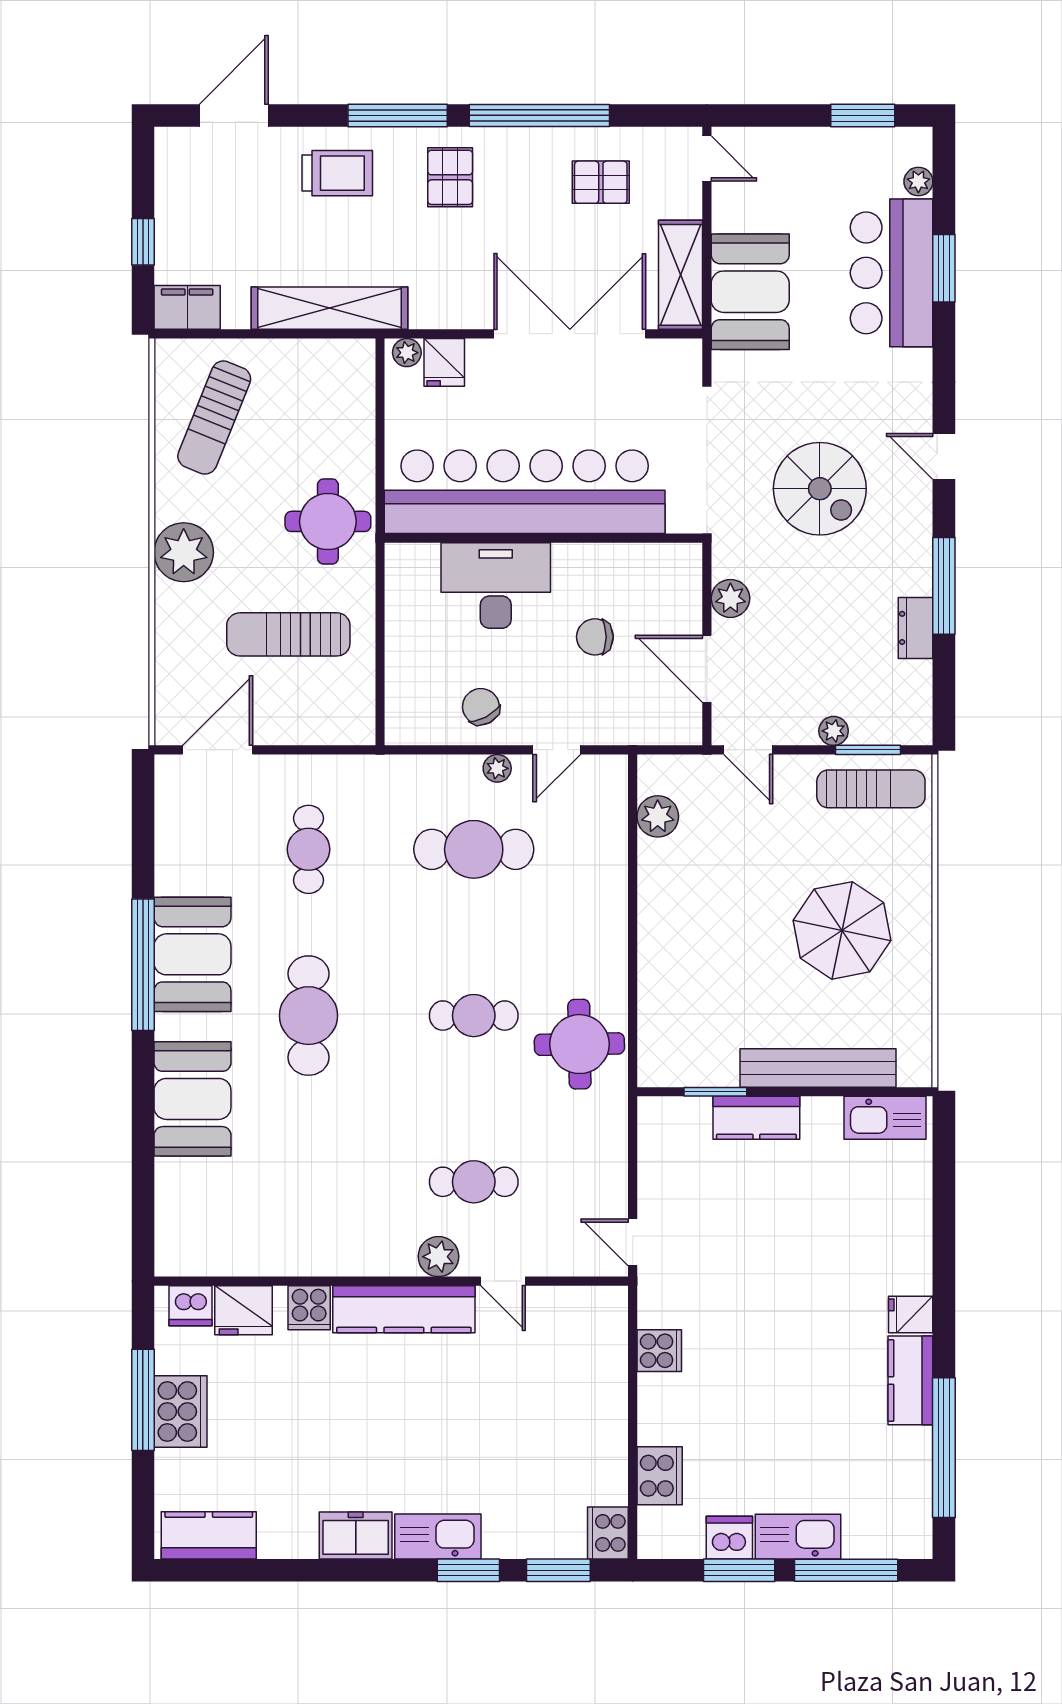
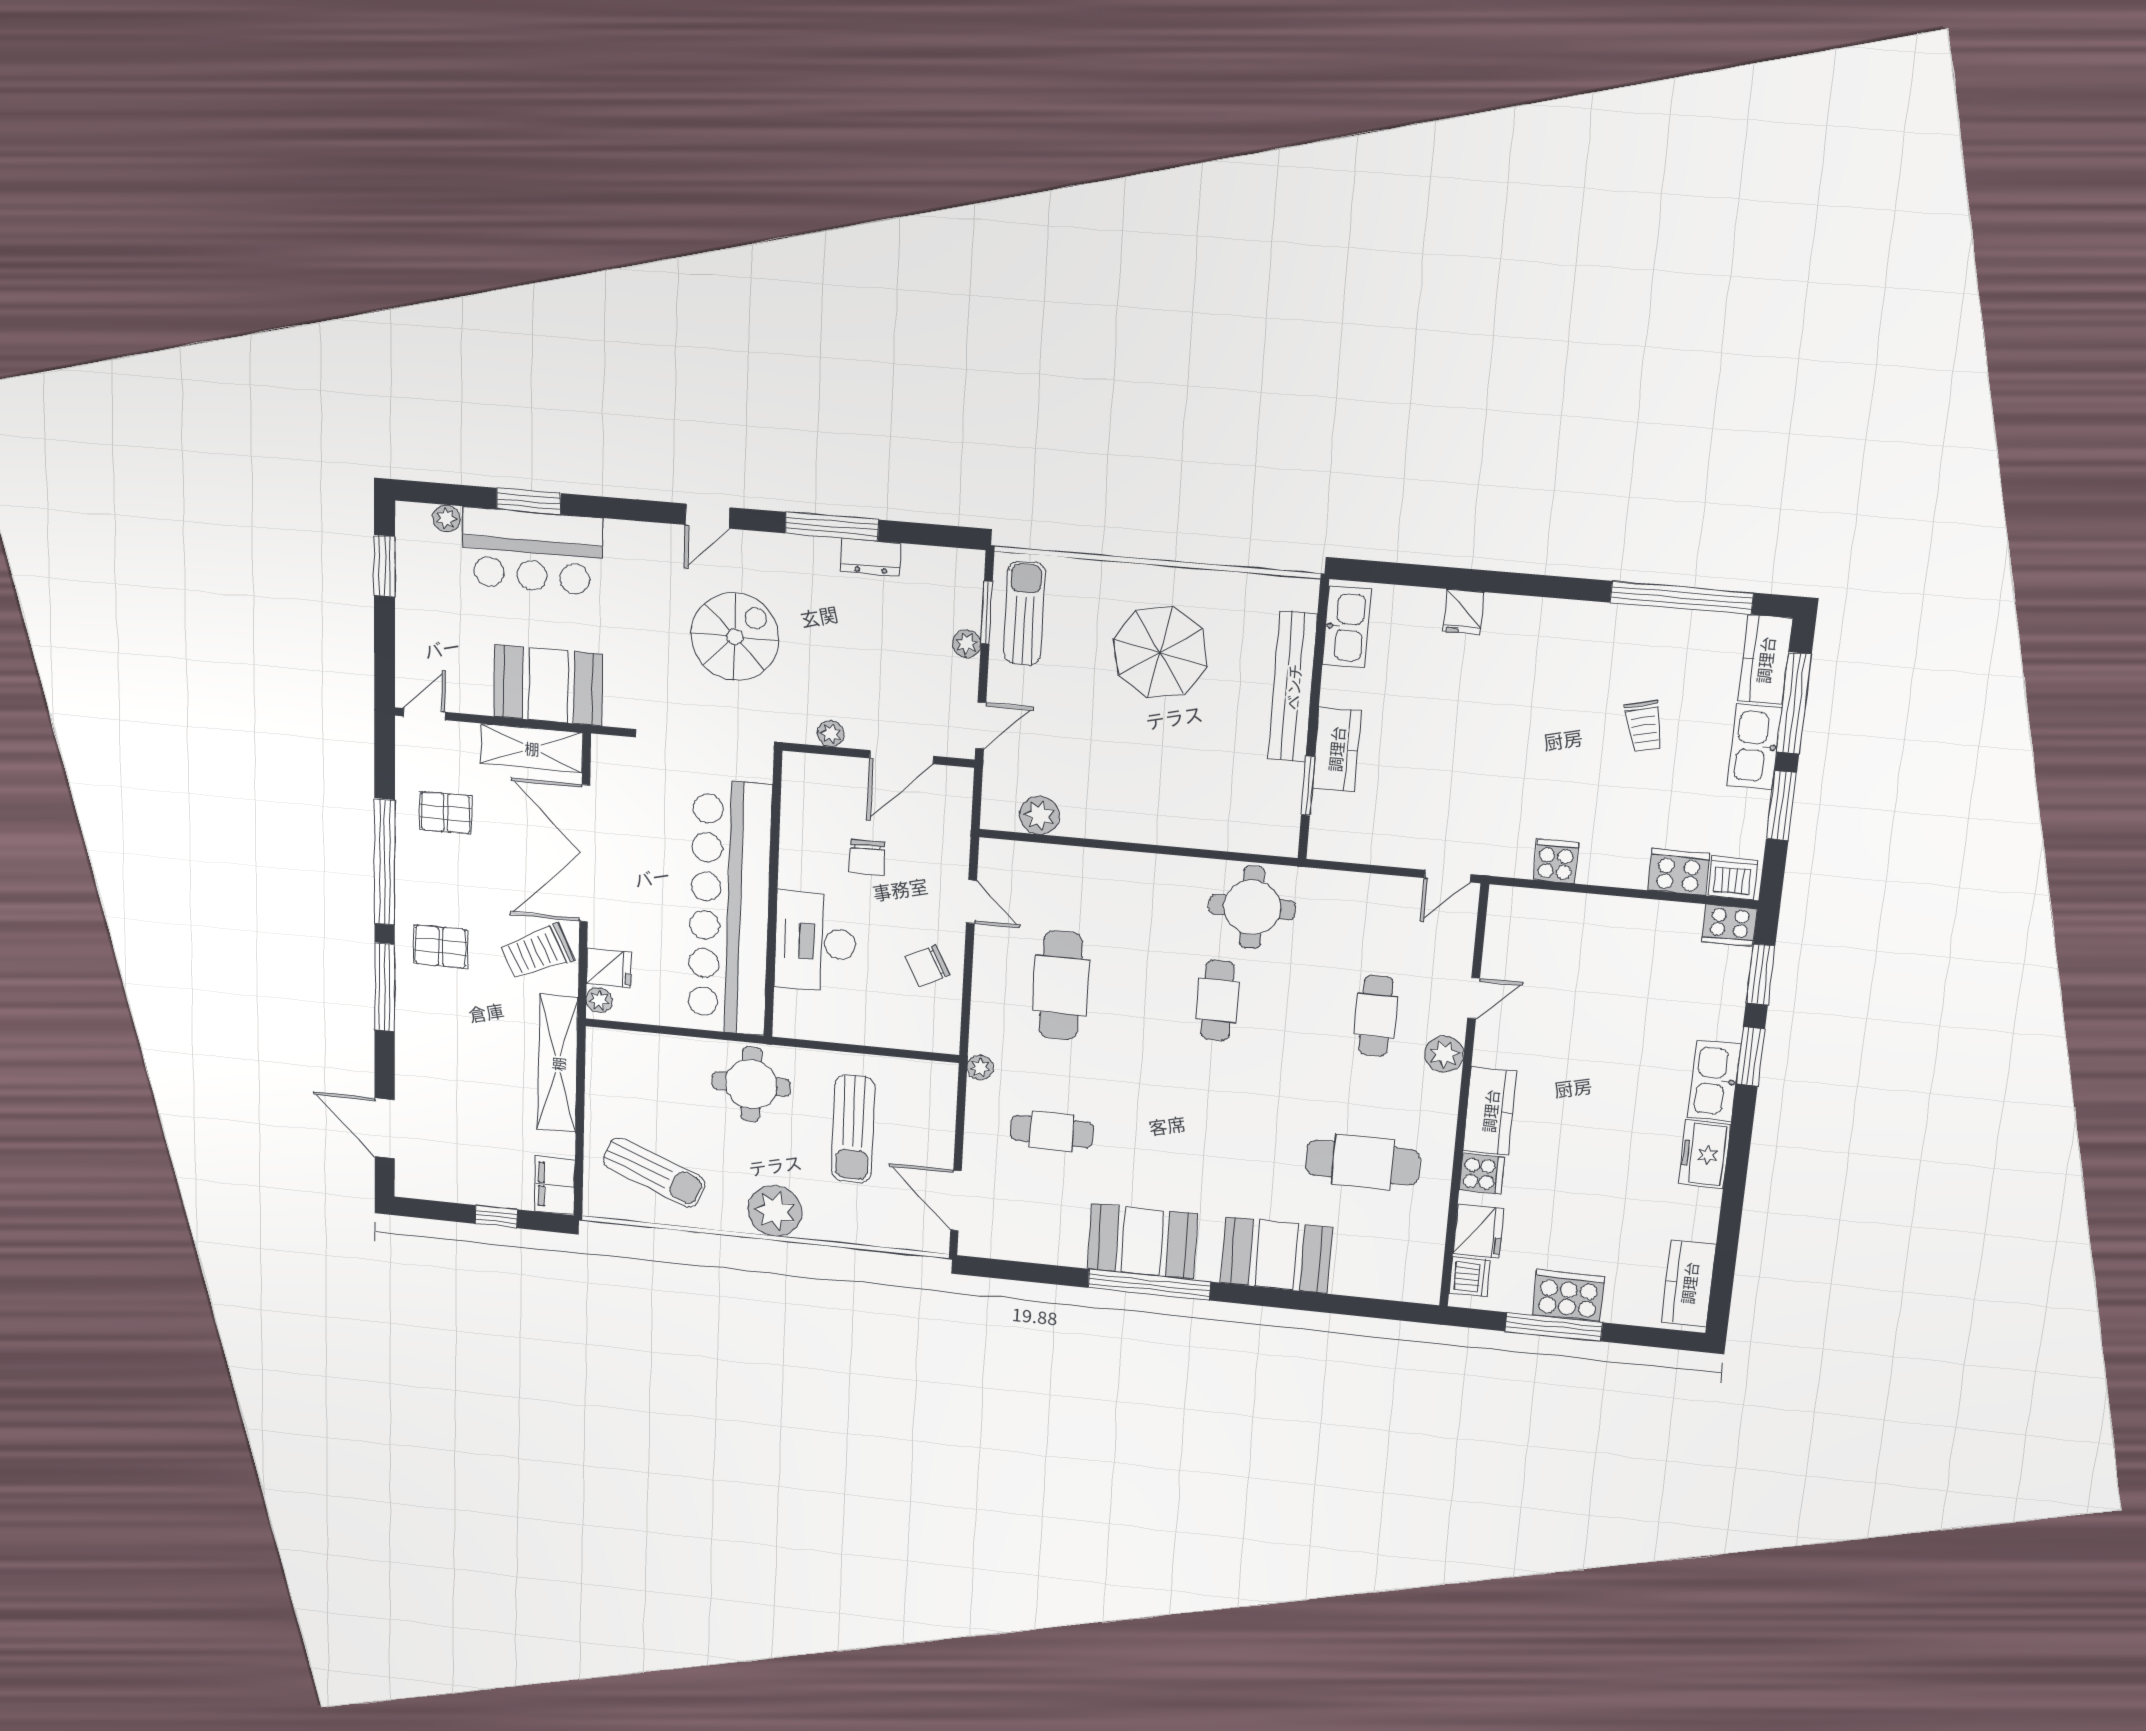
trolley: (337, 173) -> (537, 951), moved, turned -115
pallet: (601, 182) -> (446, 813), turned 90
plant: (730, 598) -> (831, 734), width x0.73, depth x0.73
plant: (497, 768) -> (980, 1068), moved
cafe table: (308, 1016) -> (1363, 1162), moved
kitchen counter: (404, 1309) -> (1490, 1111), width x0.67
fridge: (911, 1314) -> (1464, 612), moved
kitchen counter: (910, 1380) -> (1765, 660), moved, turned 90
trolley: (809, 1425) -> (1644, 726), added
dishwasher: (729, 1538) -> (1733, 878), moved, turned 90

